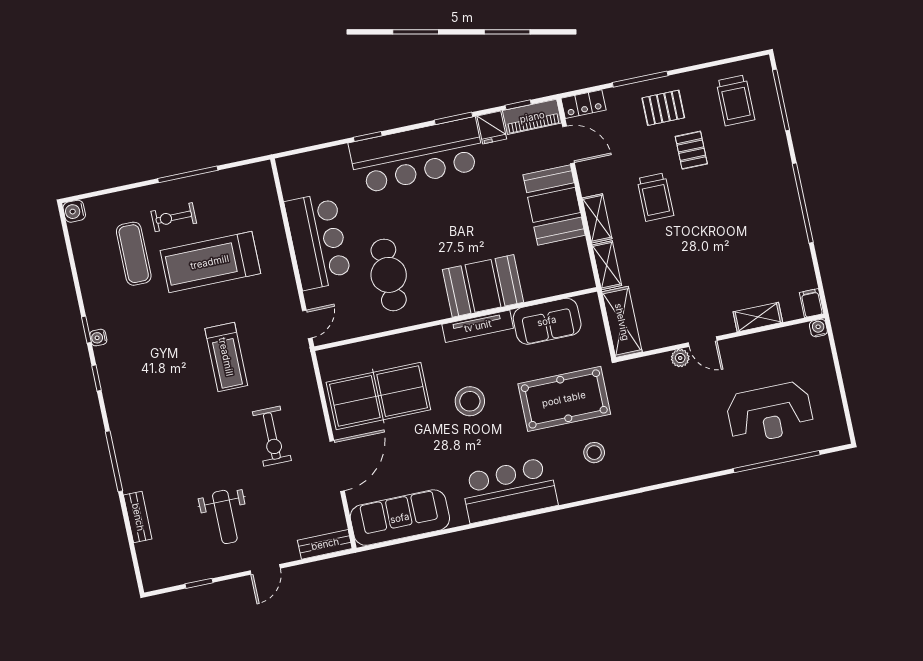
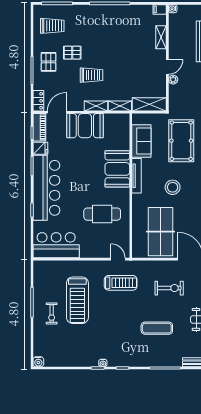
bar counter: (318, 241) -> (56, 245), moved
exercise mat: (134, 254) -> (157, 328), moved
treadmill: (226, 357) -> (121, 283), moved

